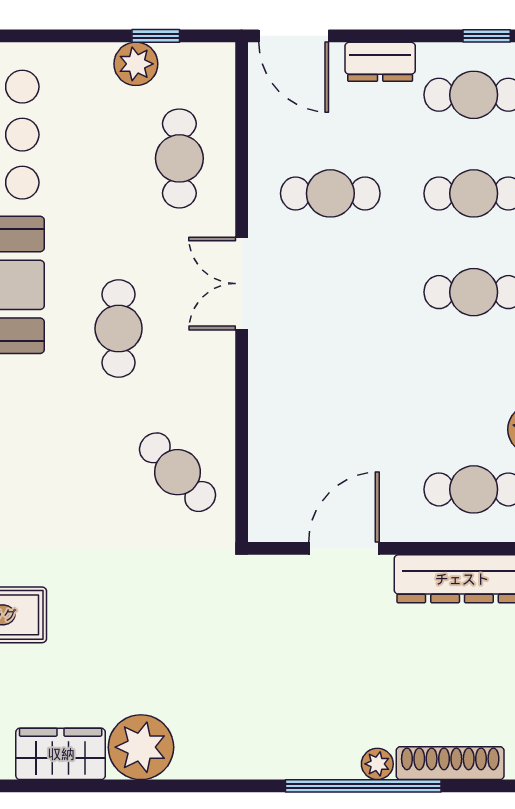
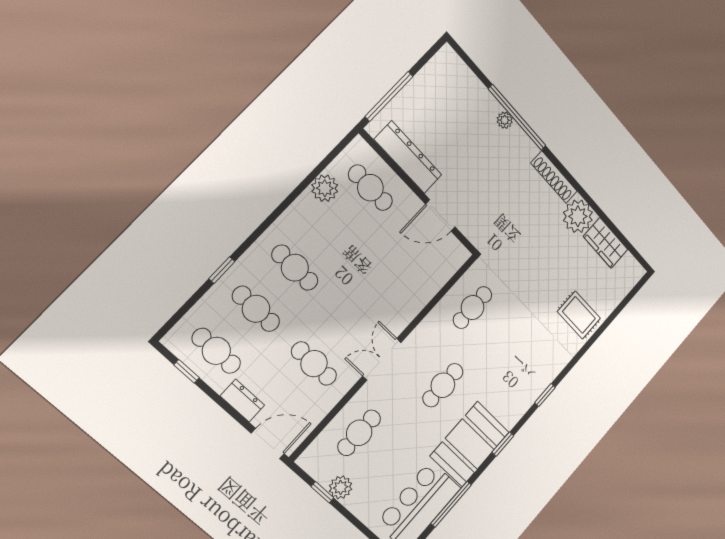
door: (294, 36) -> (268, 444), hinge flipped
double door: (242, 284) -> (382, 359), swing flipped
cafe table: (178, 472) -> (473, 307), turned 43
shoe rack: (450, 763) -> (554, 177), moved

